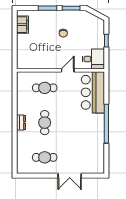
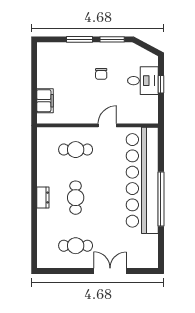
filing cabinet: (23, 25) -> (45, 101), moved
desk: (93, 59) -> (143, 81), moved
bar counter: (93, 92) -> (142, 180), width x1.86
double door: (70, 176) -> (110, 271), swing flipped

